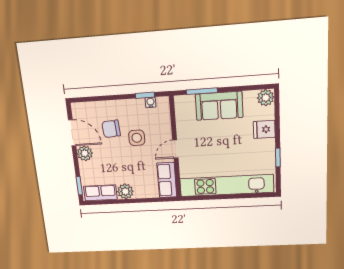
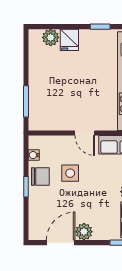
window: (145, 95) -> (26, 187), moved
plant: (266, 98) -> (51, 37), moved
sofa: (219, 106) -> (42, 85), removed
chair: (111, 129) -> (40, 177), moved, turned -86

